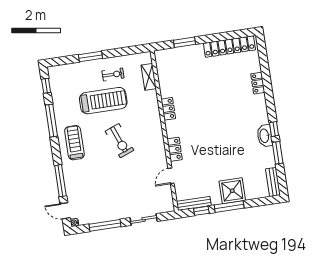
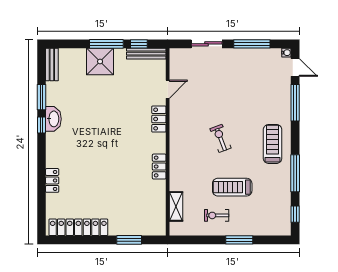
treadmill: (103, 101) -> (232, 187), width x0.73, depth x0.73
exercise bike: (120, 141) -> (221, 138), width x0.73, depth x0.72
treadmill: (74, 143) -> (273, 144), turned 180

